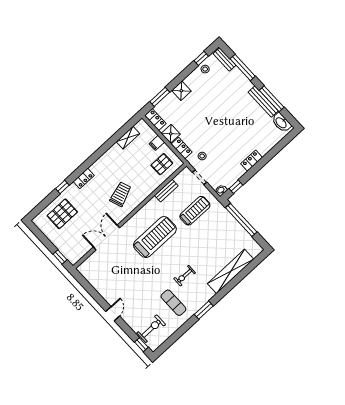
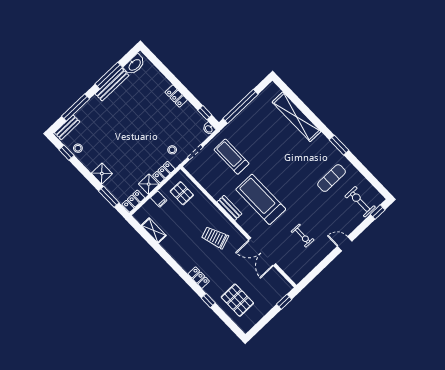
bench: (166, 191) -> (229, 208), moved
exercise bike: (185, 276) -> (303, 236), moved

